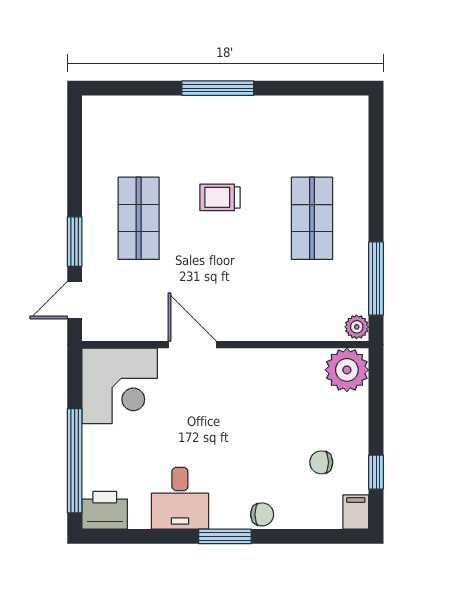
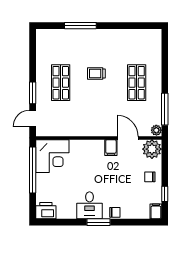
window: (218, 88) -> (80, 26), moved
door: (192, 345) -> (128, 138), moved
filing cabinet: (253, 367) -> (111, 148), added
window: (75, 461) -> (33, 170), moved
chair: (321, 462) -> (150, 177), moved
desk: (180, 498) -> (89, 205), moved

